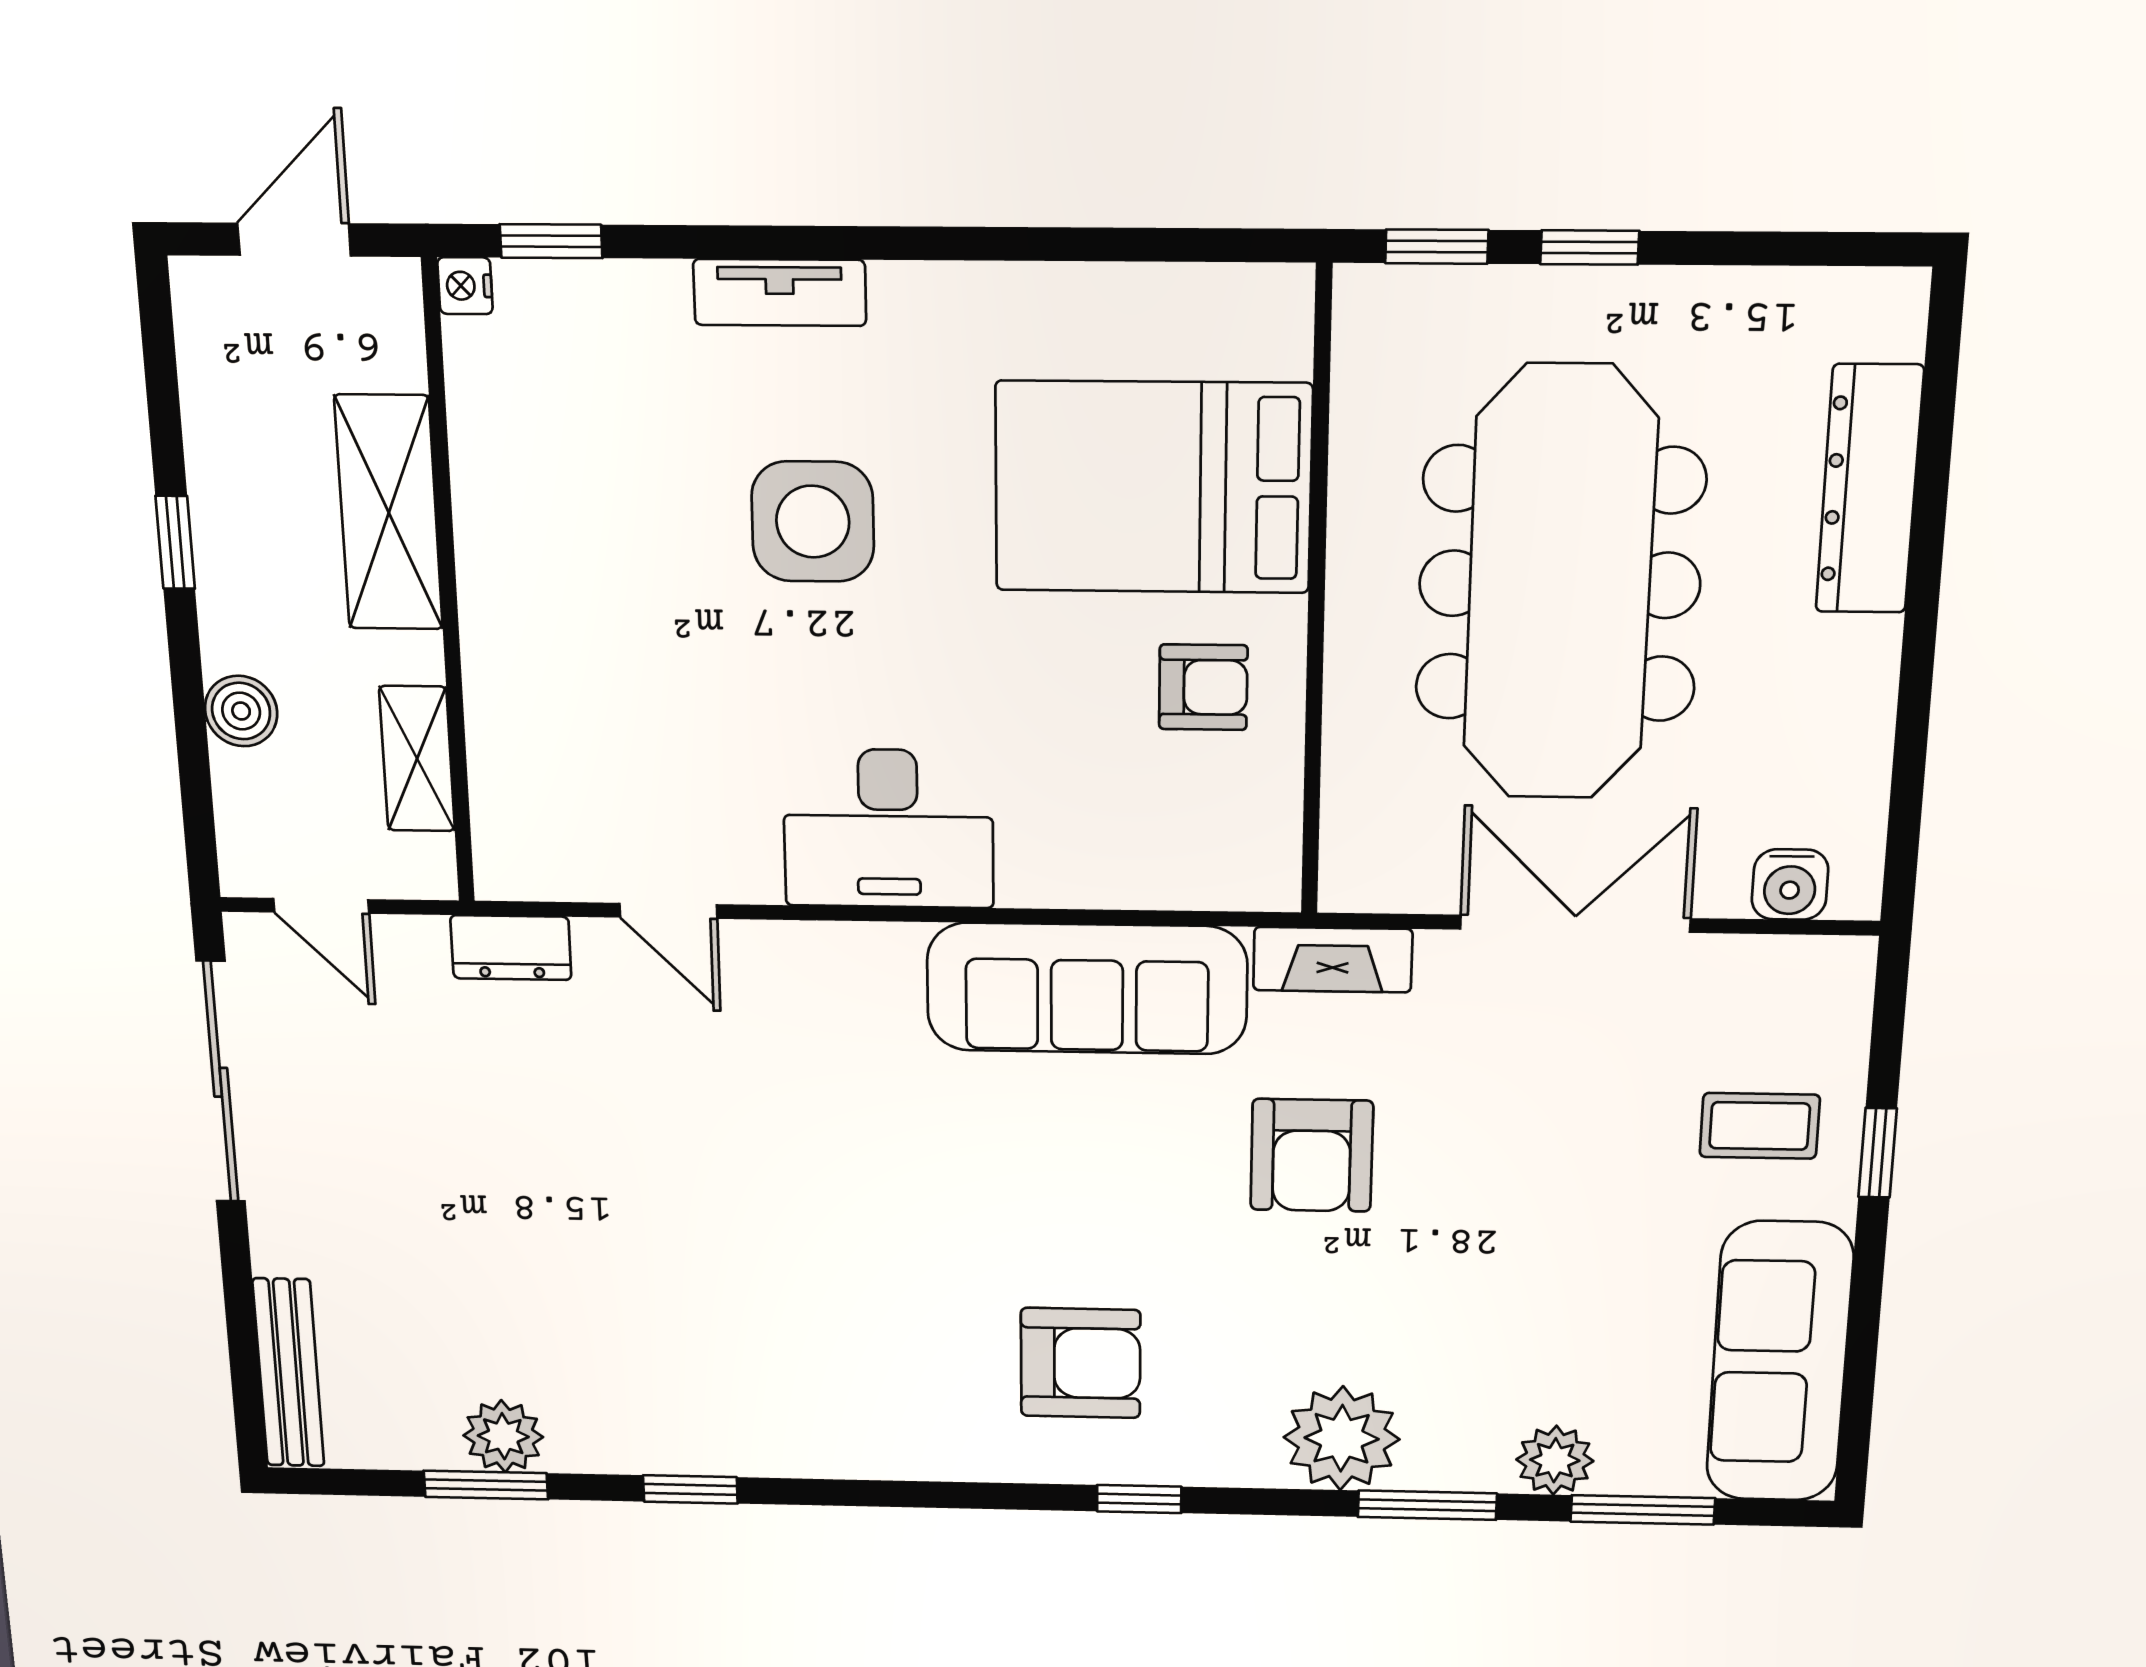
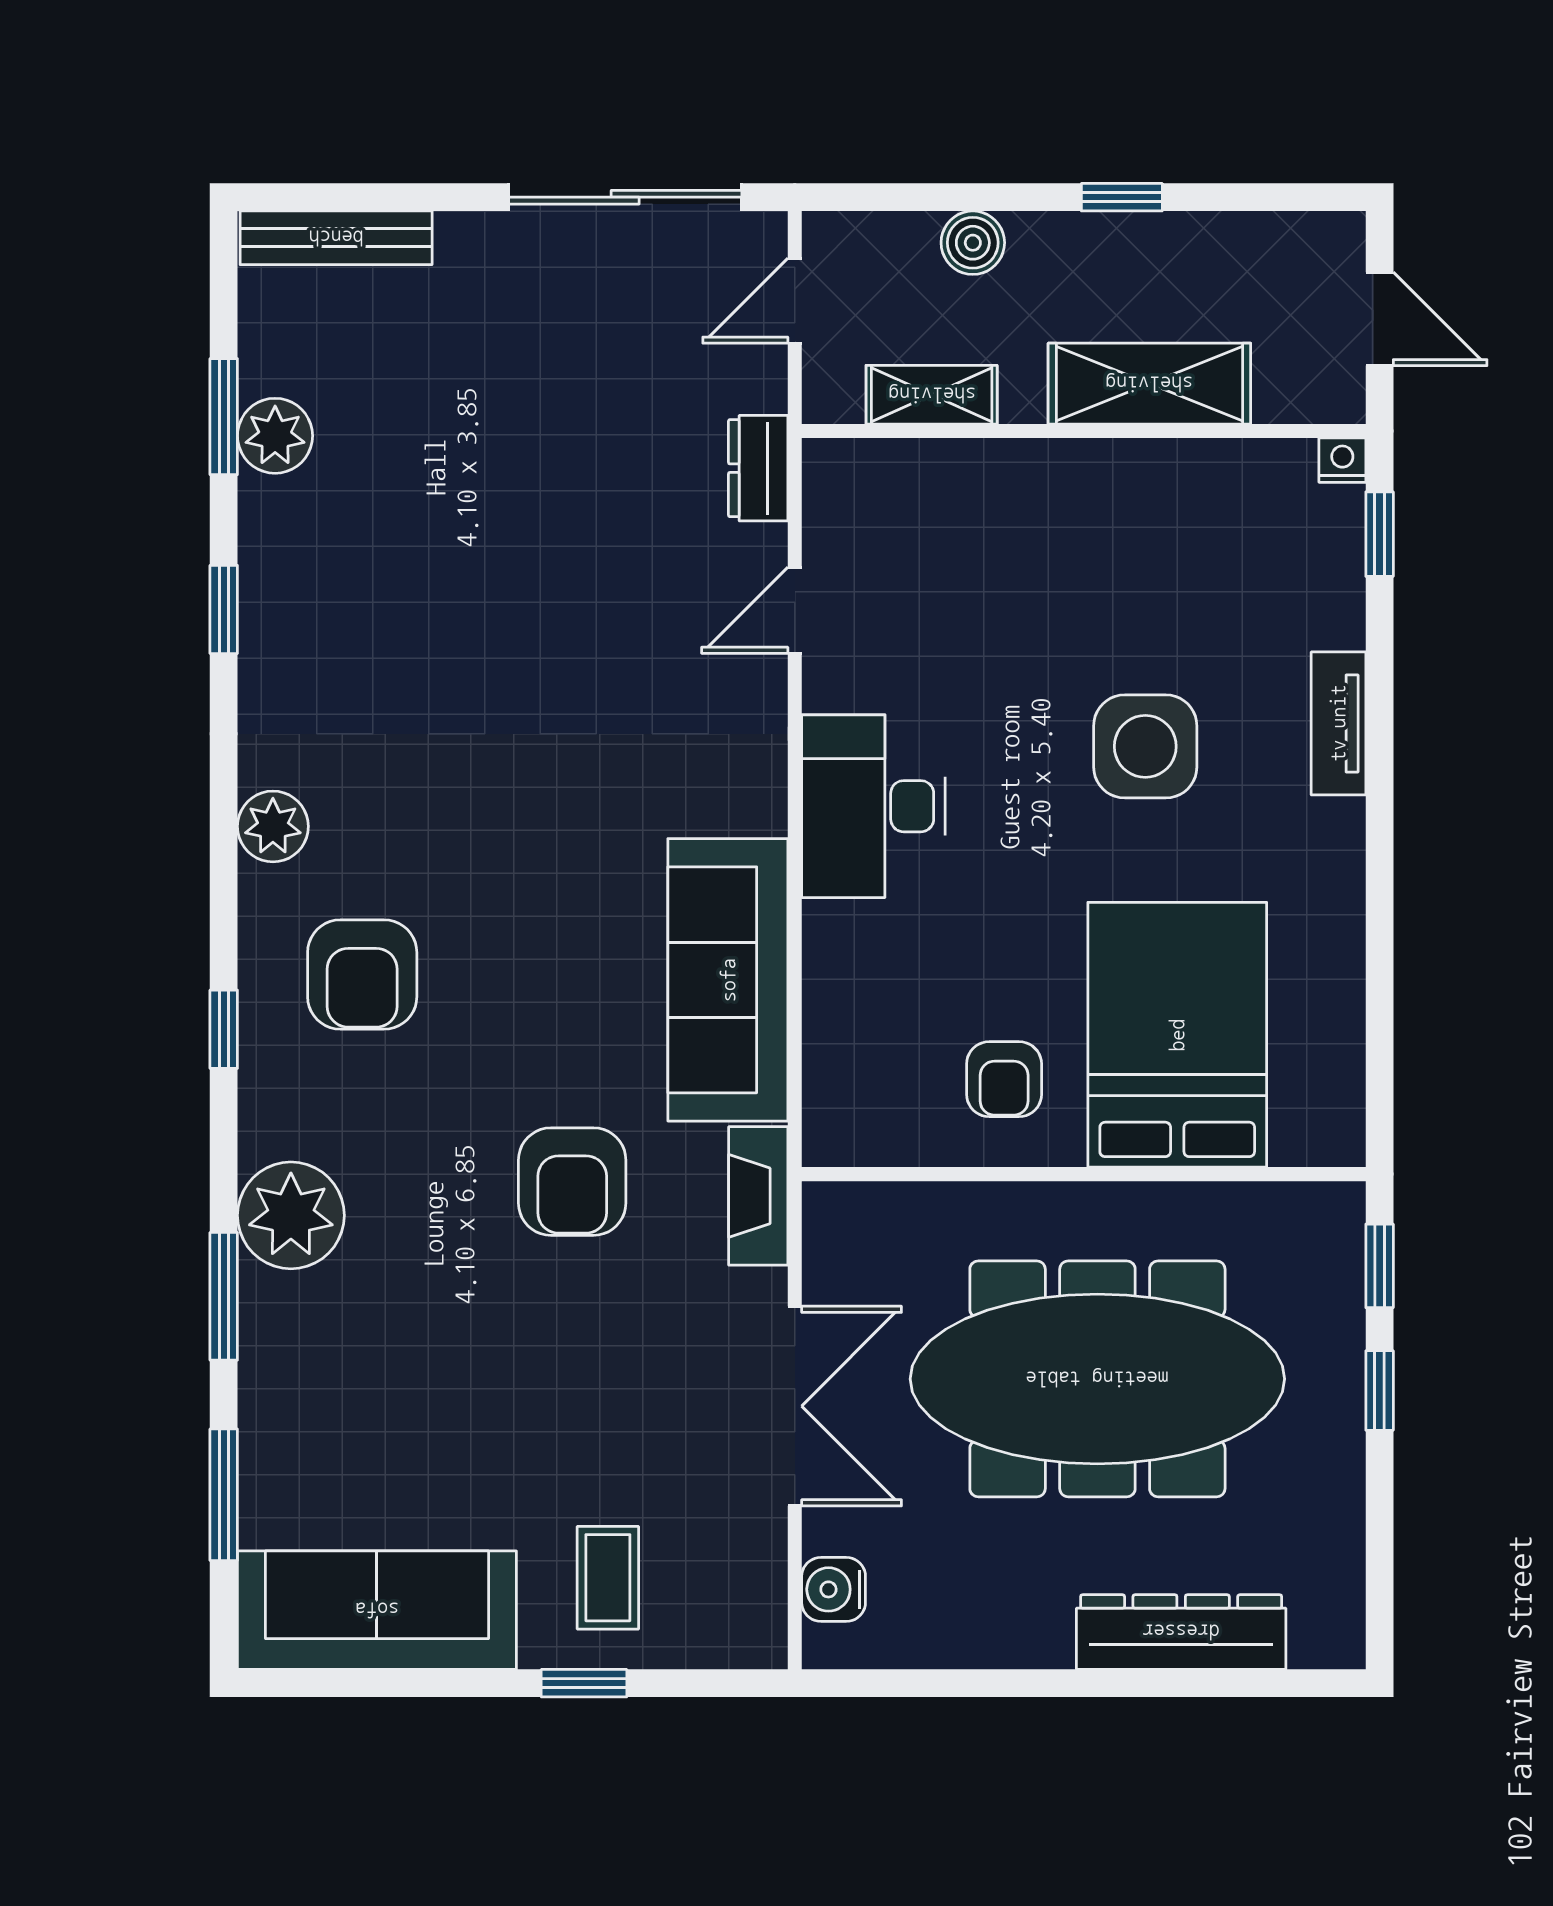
armchair: (1312, 1155) -> (572, 1182), turned -90
plant: (1555, 1460) -> (273, 826), moved

